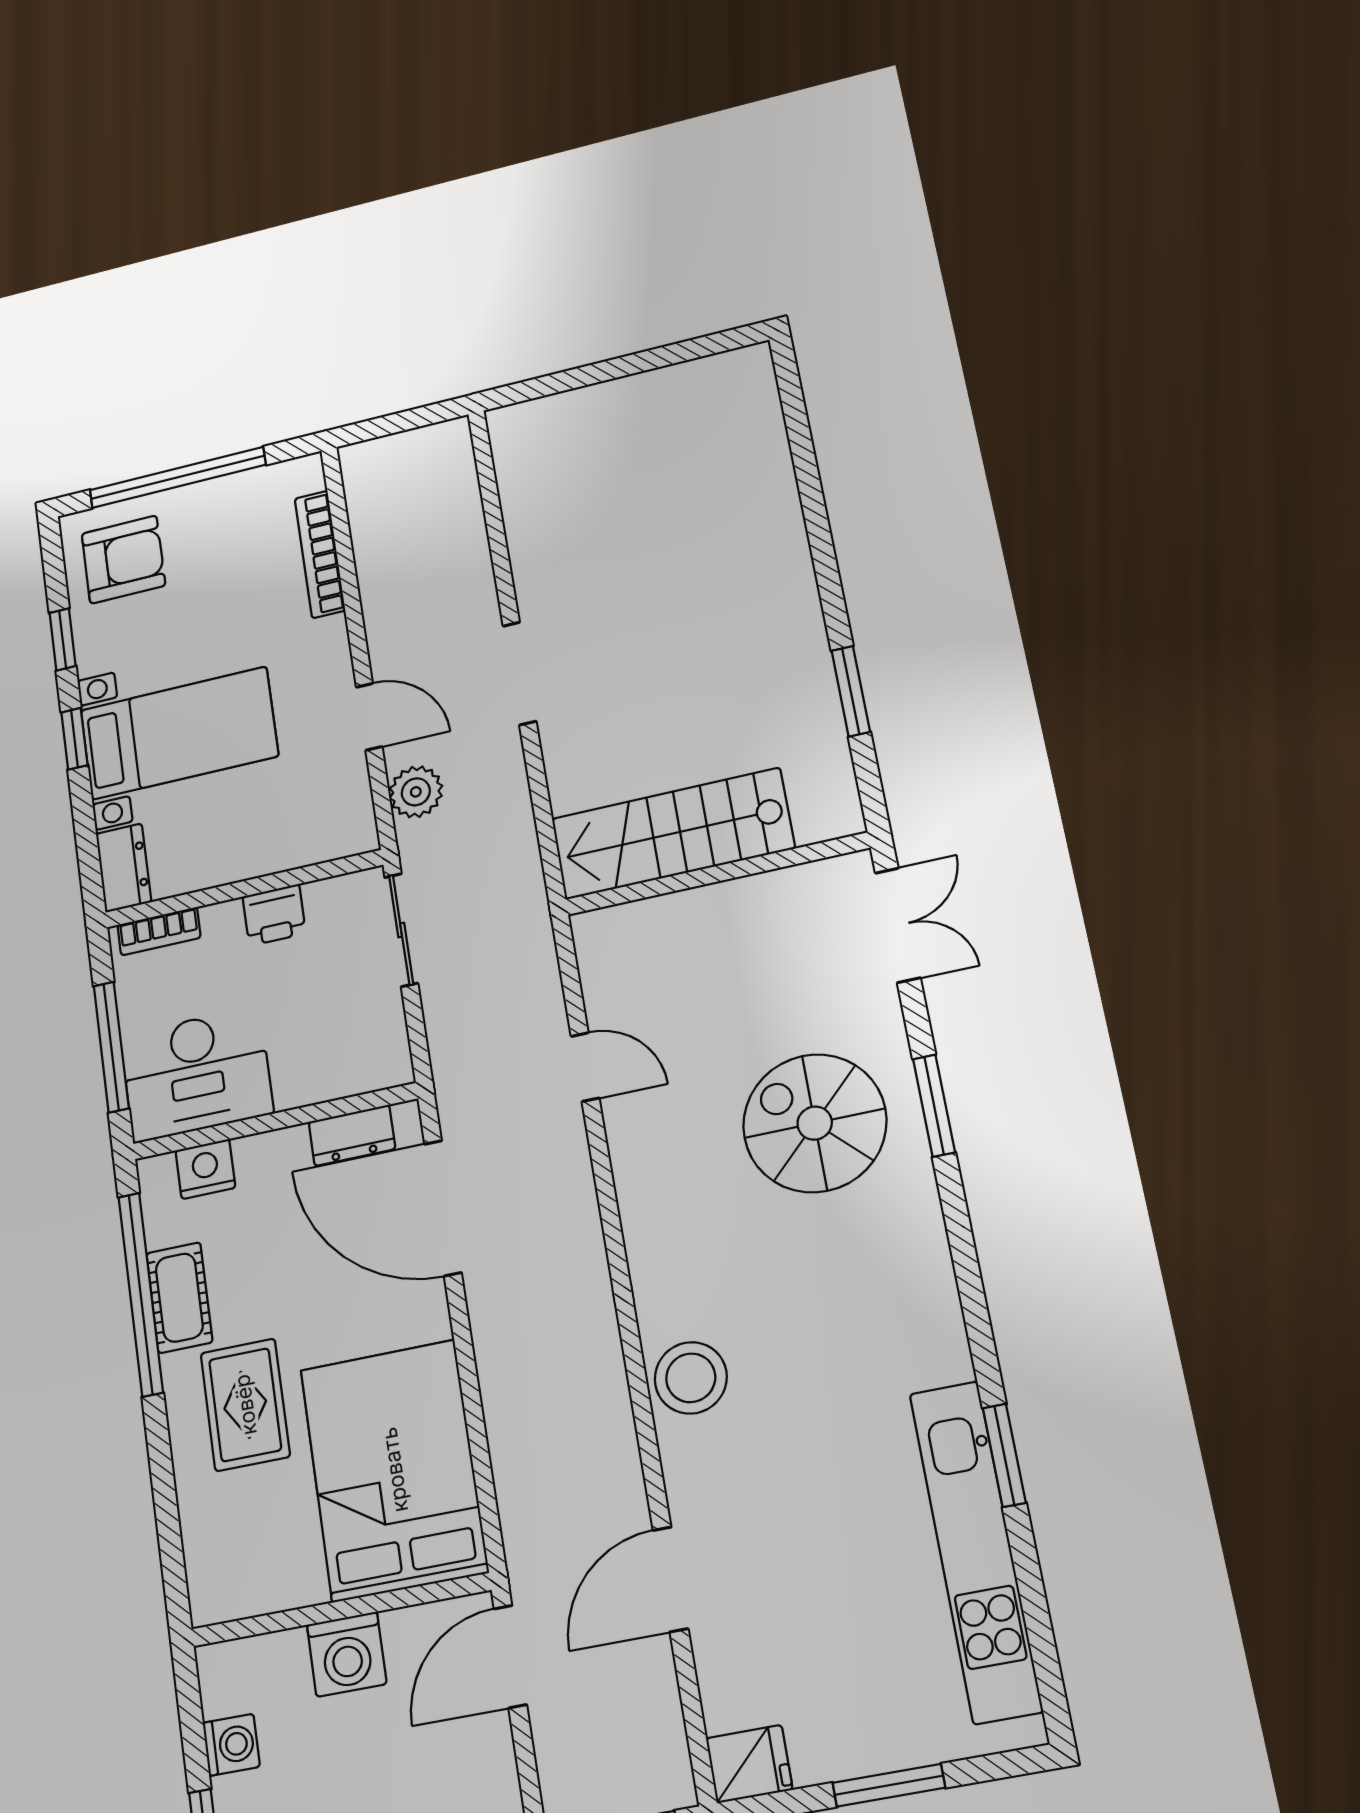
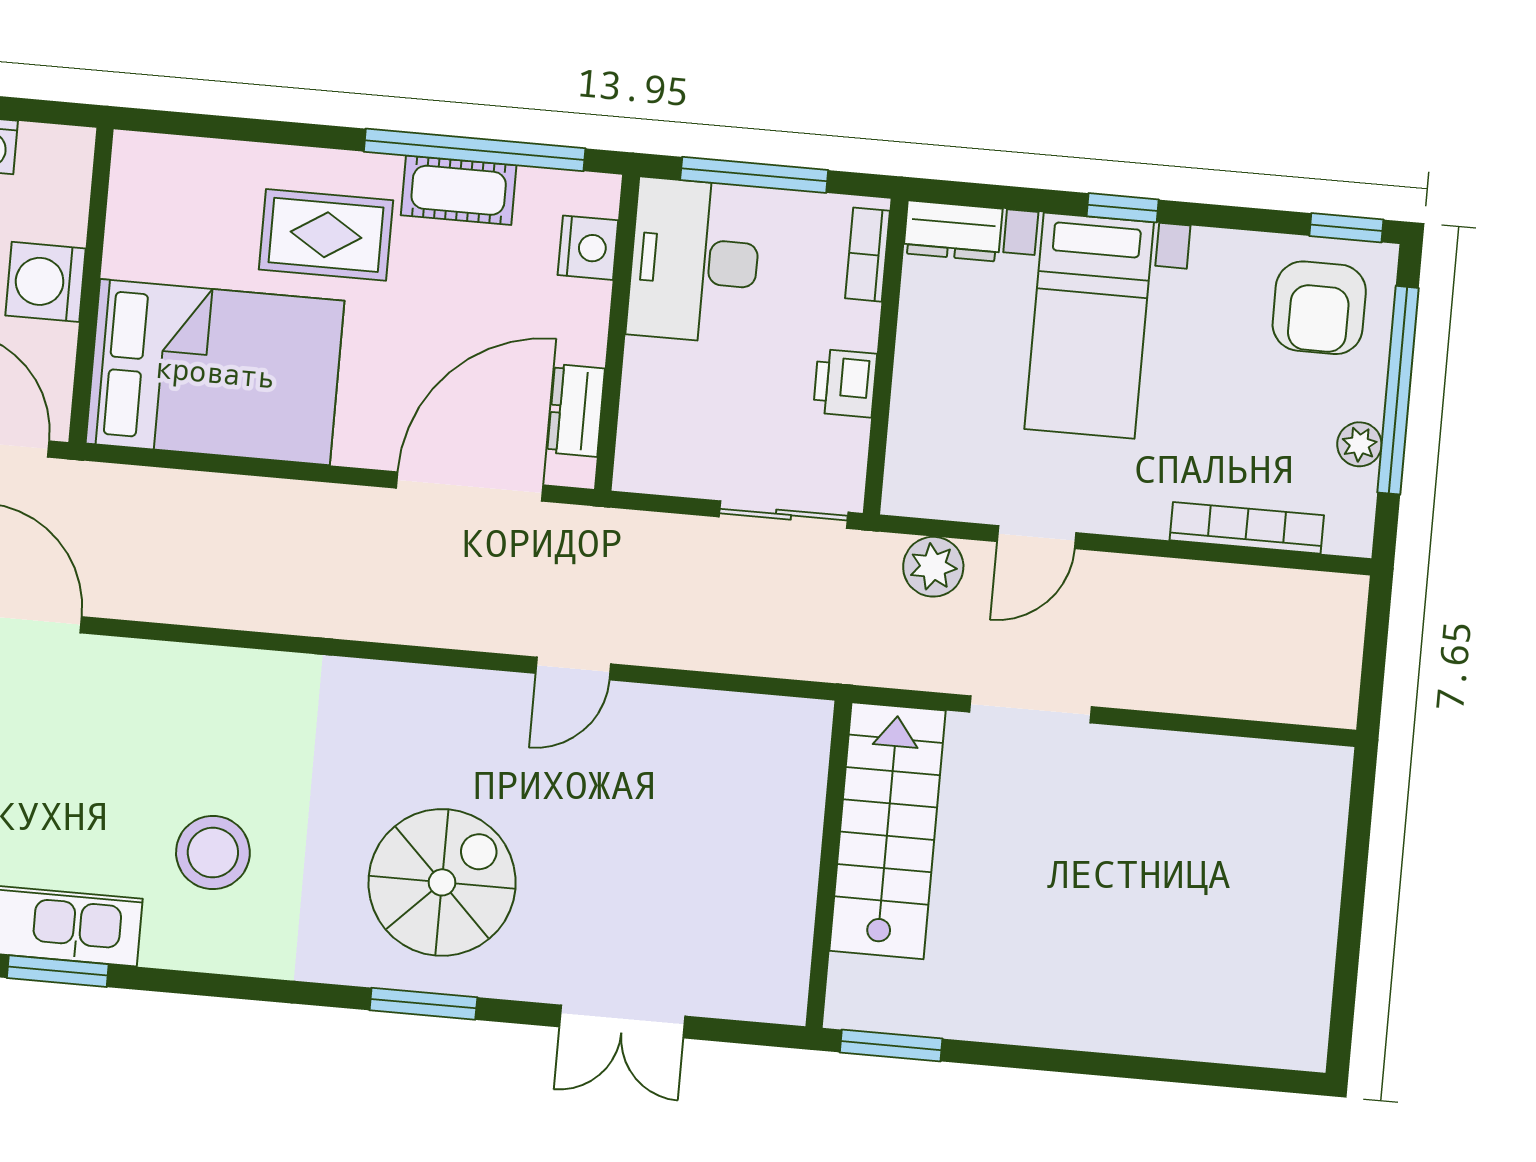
plant: (229, 492) -> (1359, 444), added
window: (63, 639) -> (1346, 228), moved
stairs: (673, 834) -> (888, 831), moved
wall: (717, 874) -> (829, 864), moved
stool: (691, 1378) -> (213, 853), moved

